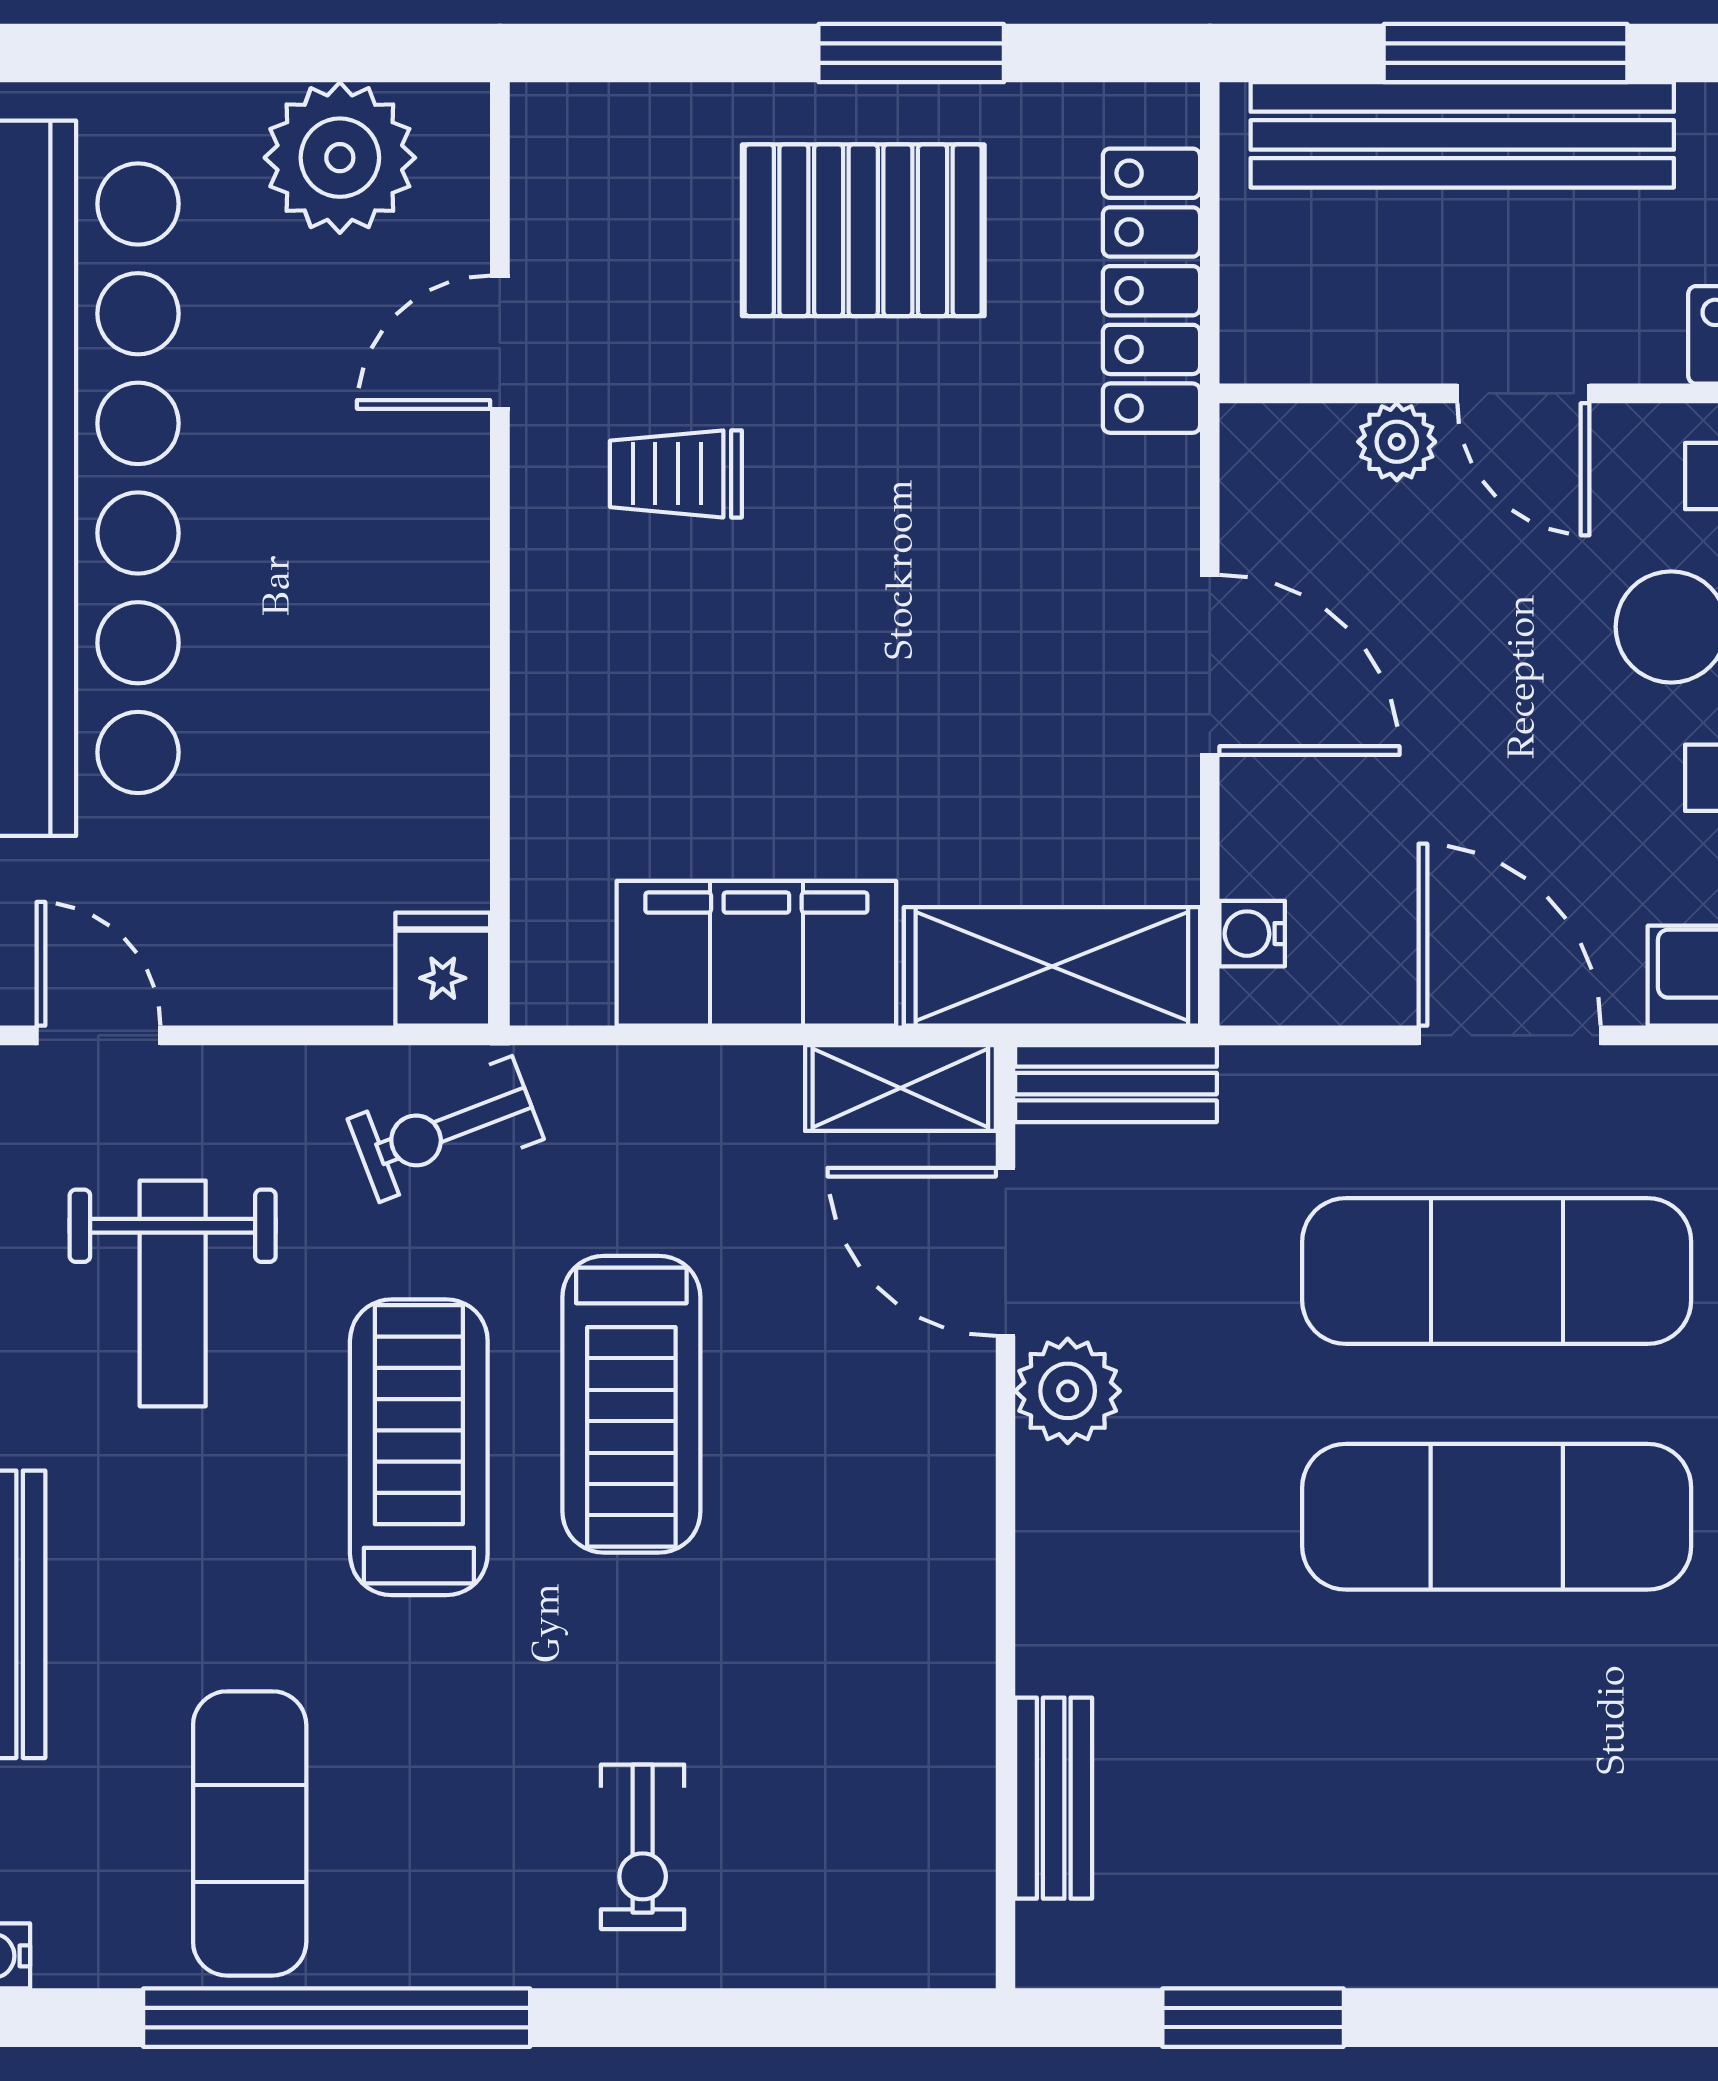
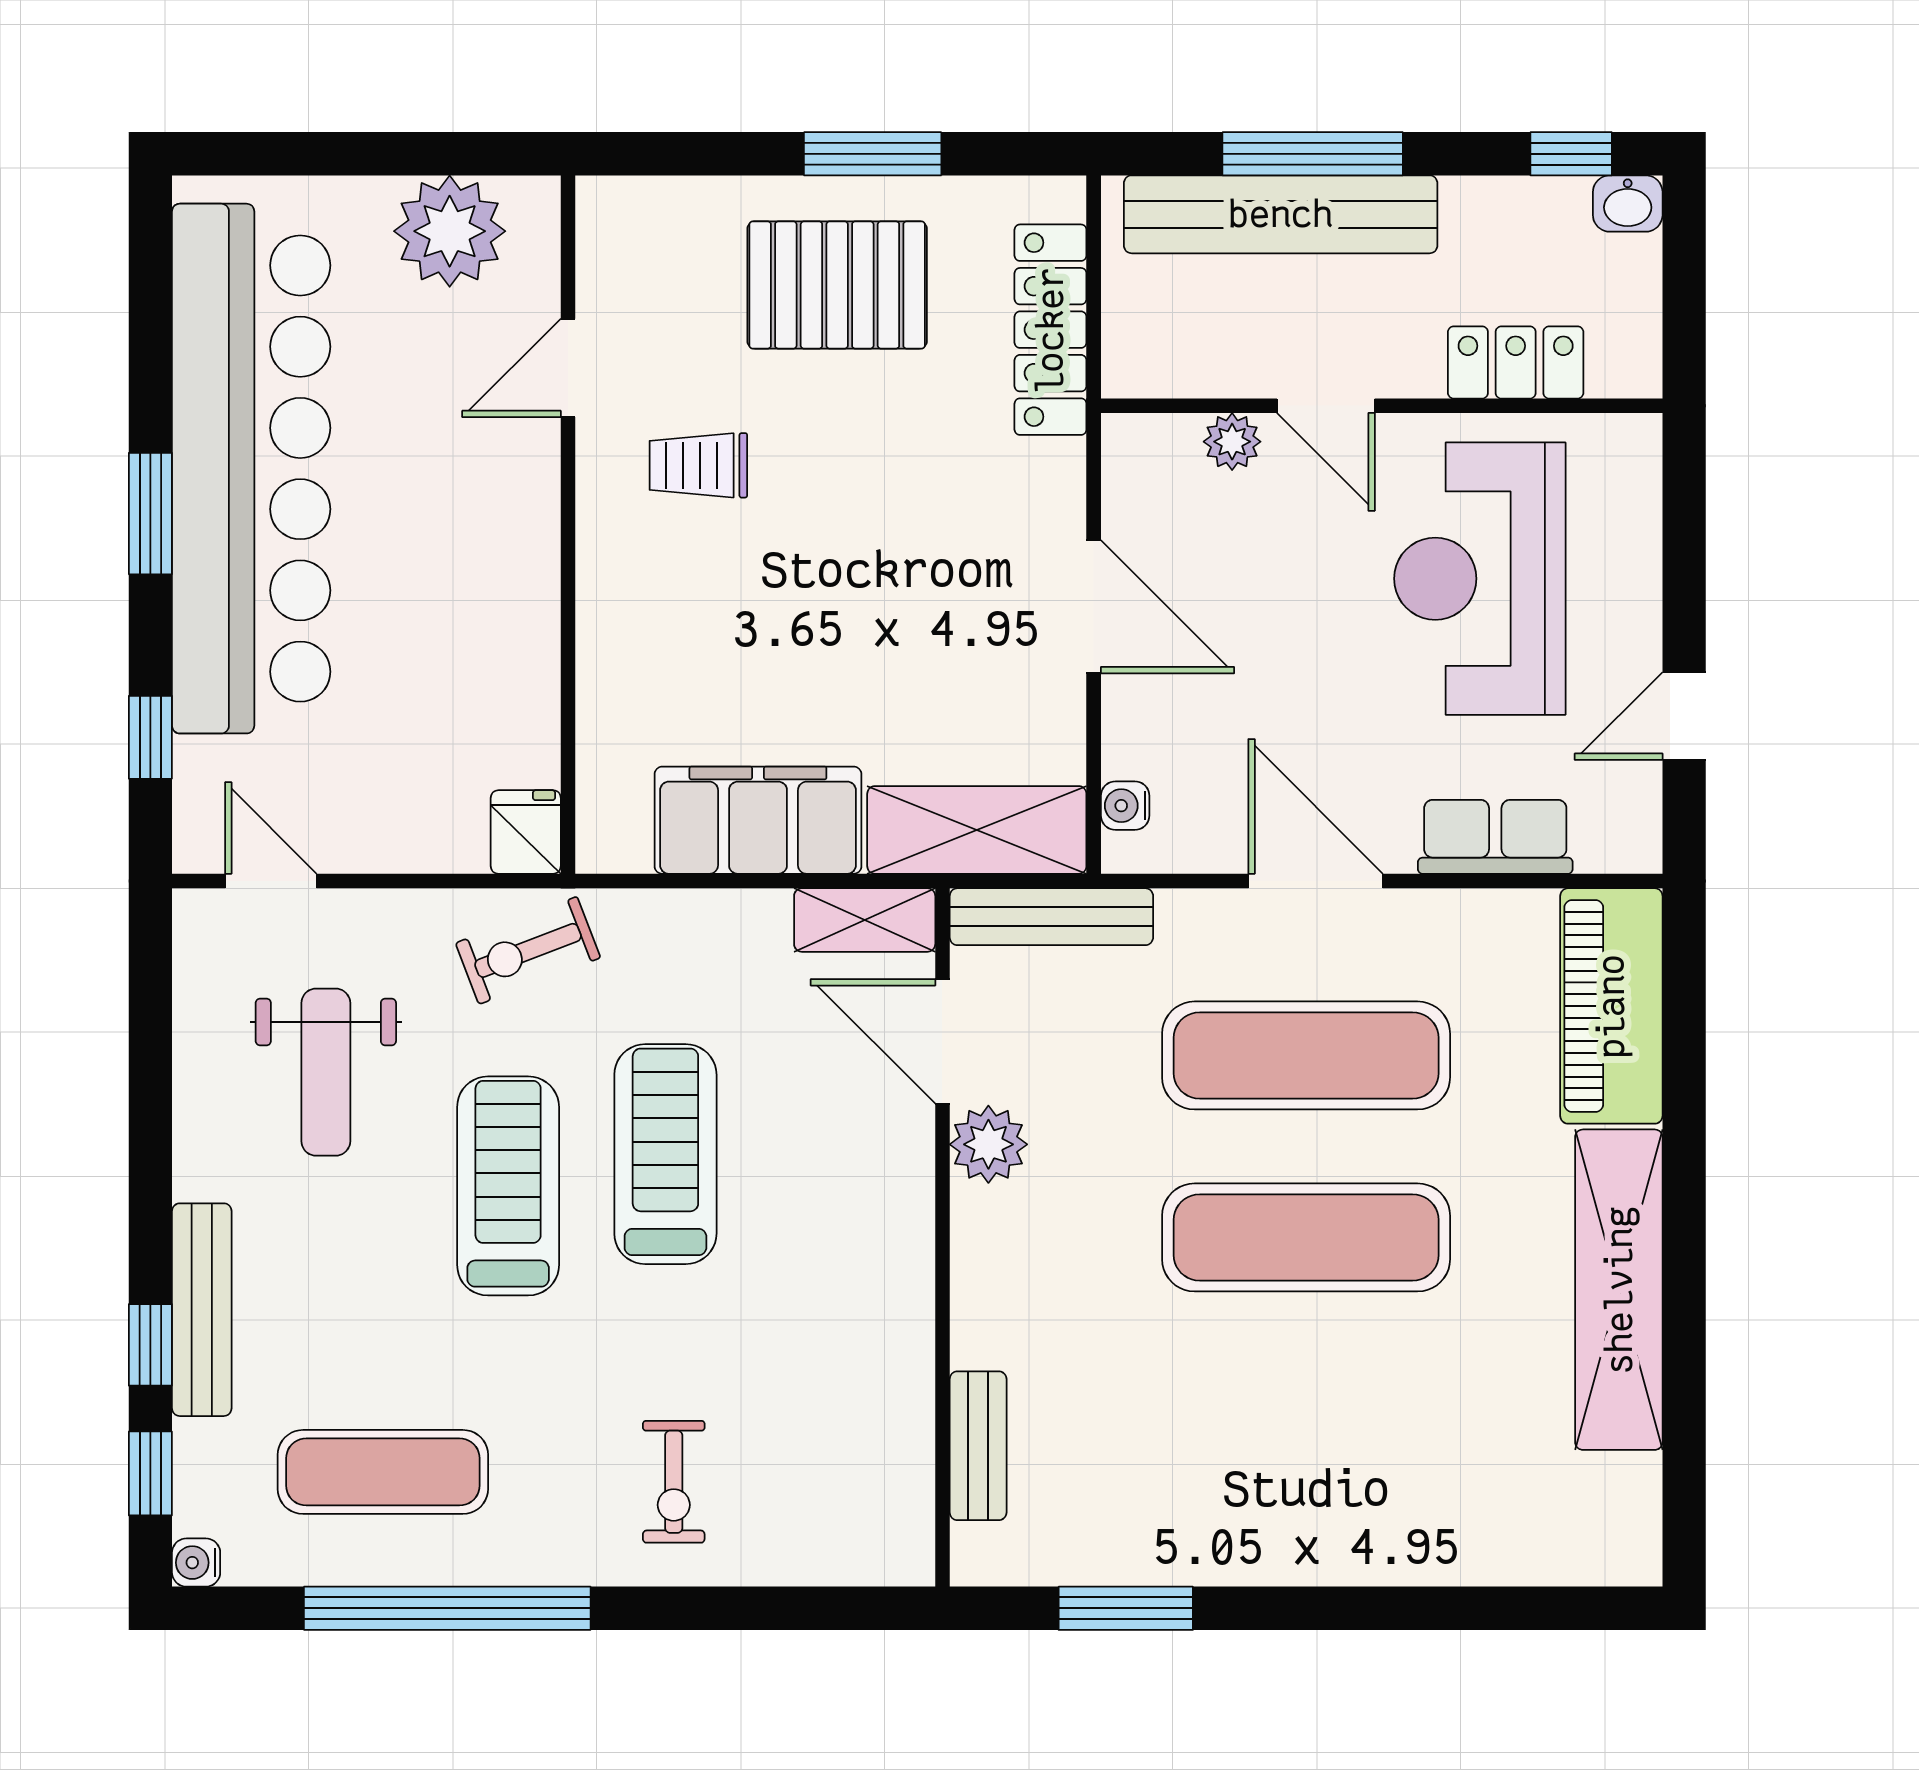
bench: (1116, 1084) -> (1051, 917), width x1.36
treadmill: (631, 1404) -> (665, 1154), turned 180
exercise mat: (250, 1833) -> (383, 1472), turned 90

